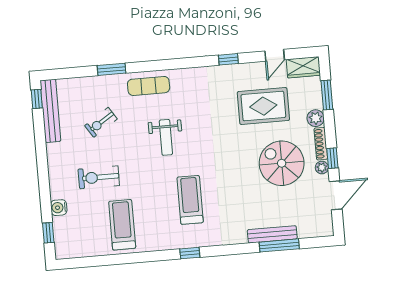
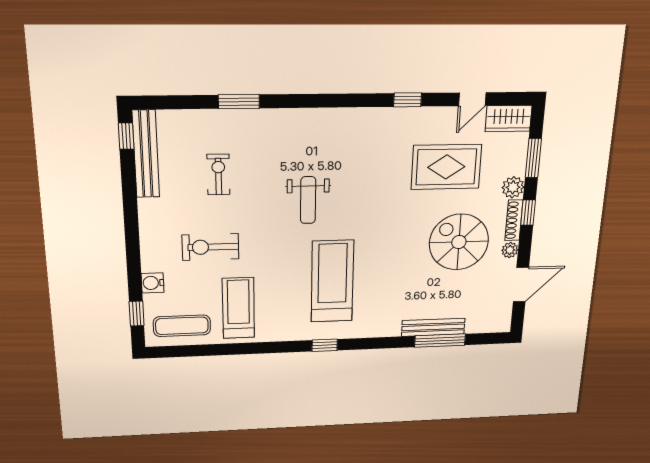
exercise mat: (149, 86) -> (182, 326), moved
exercise bike: (101, 122) -> (218, 174), turned 123
window: (332, 158) -> (528, 213), moved
treadmill: (190, 200) -> (332, 281), width x1.37, depth x1.38

